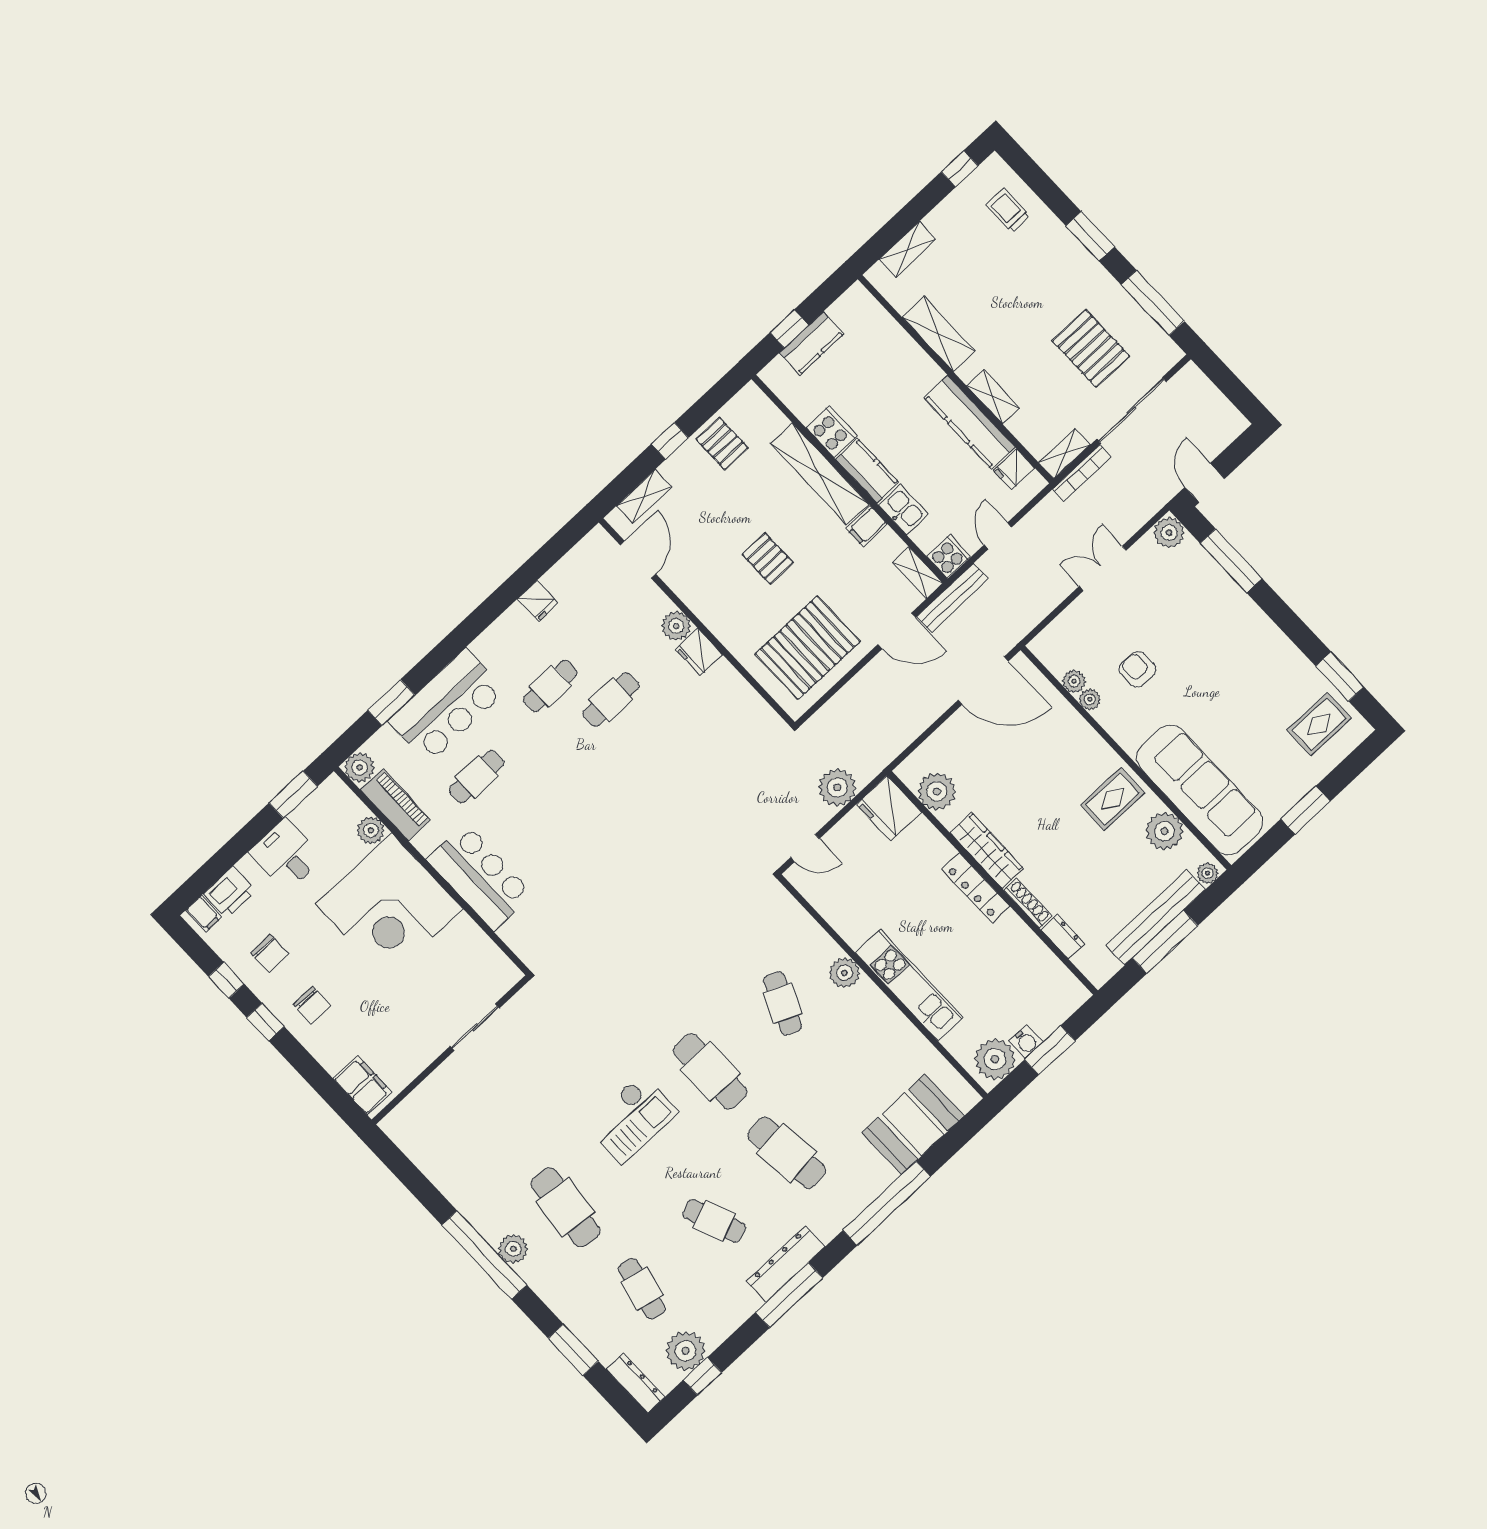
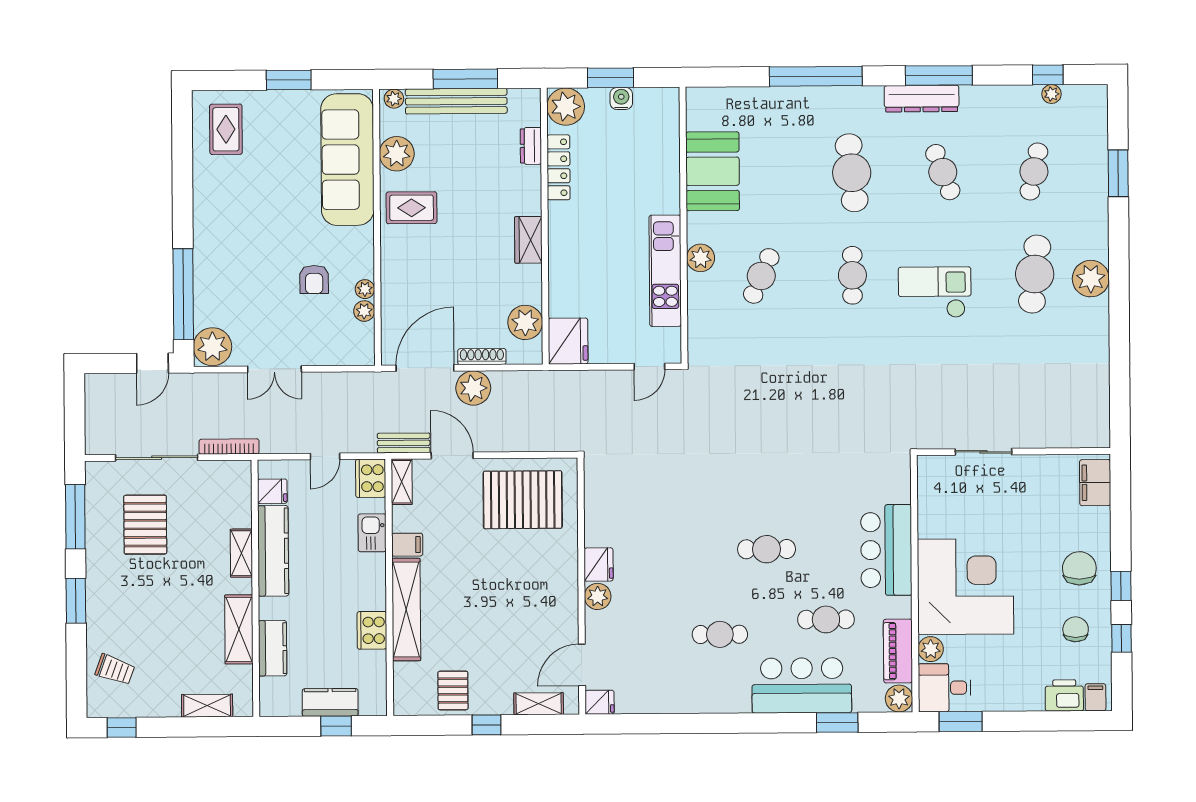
trolley: (1008, 210) -> (115, 670), turned -70
shelving: (1064, 454) -> (229, 470), removed
kitchen counter: (867, 471) -> (273, 648), moved, turned 180
plant: (1169, 533) -> (212, 347), width x1.36, depth x1.36
cooker: (949, 556) -> (371, 478), width x1.36
pallet: (768, 558) -> (494, 585), removed
window: (1231, 561) -> (183, 294), width x1.46
bench: (952, 598) -> (404, 443), width x0.73
fridge: (538, 601) -> (600, 702), moved, turned 90
window: (1340, 676) -> (182, 149), removed
door: (983, 681) -> (425, 368), hinge flipped
cafe table: (611, 700) -> (767, 549), moved
rug: (1319, 724) -> (226, 129), turned 90
plant: (837, 787) -> (473, 388), moved
door: (805, 848) -> (649, 367), swing flipped
wardrobe: (987, 850) -> (528, 240), width x0.67
desk: (286, 855) -> (944, 688), moved, turned 90
locker: (976, 888) -> (559, 167), moved
shoe rack: (1028, 903) -> (482, 357), moved, turned 90
kitchen unit: (909, 985) -> (665, 271), moved
chair: (312, 1005) -> (1079, 568), width x1.37, depth x1.37
plant: (995, 1059) -> (566, 107), moved
cafe table: (710, 1071) -> (852, 275), width x0.73, depth x0.74
booth: (913, 1124) -> (713, 171), moved, turned 90
plant: (513, 1249) -> (1091, 279), width x1.36, depth x1.36
window: (484, 1255) -> (1119, 292), removed
plant: (686, 1351) -> (1052, 94), width x0.53, depth x0.53
dresser: (635, 1383) -> (1097, 112), removed

